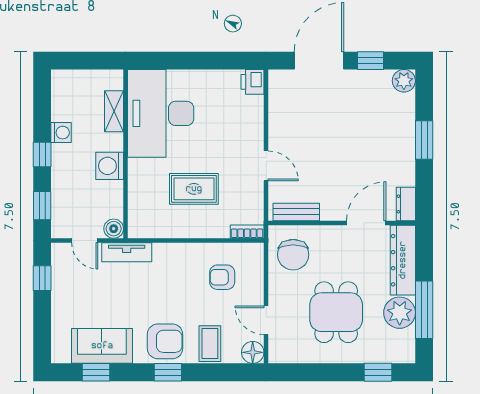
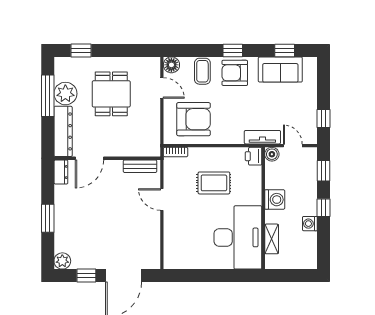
printer: (253, 82) -> (254, 156), moved, turned 180
chair: (293, 255) -> (142, 135), removed
armchair: (222, 277) -> (194, 119), width x1.88, depth x1.88

